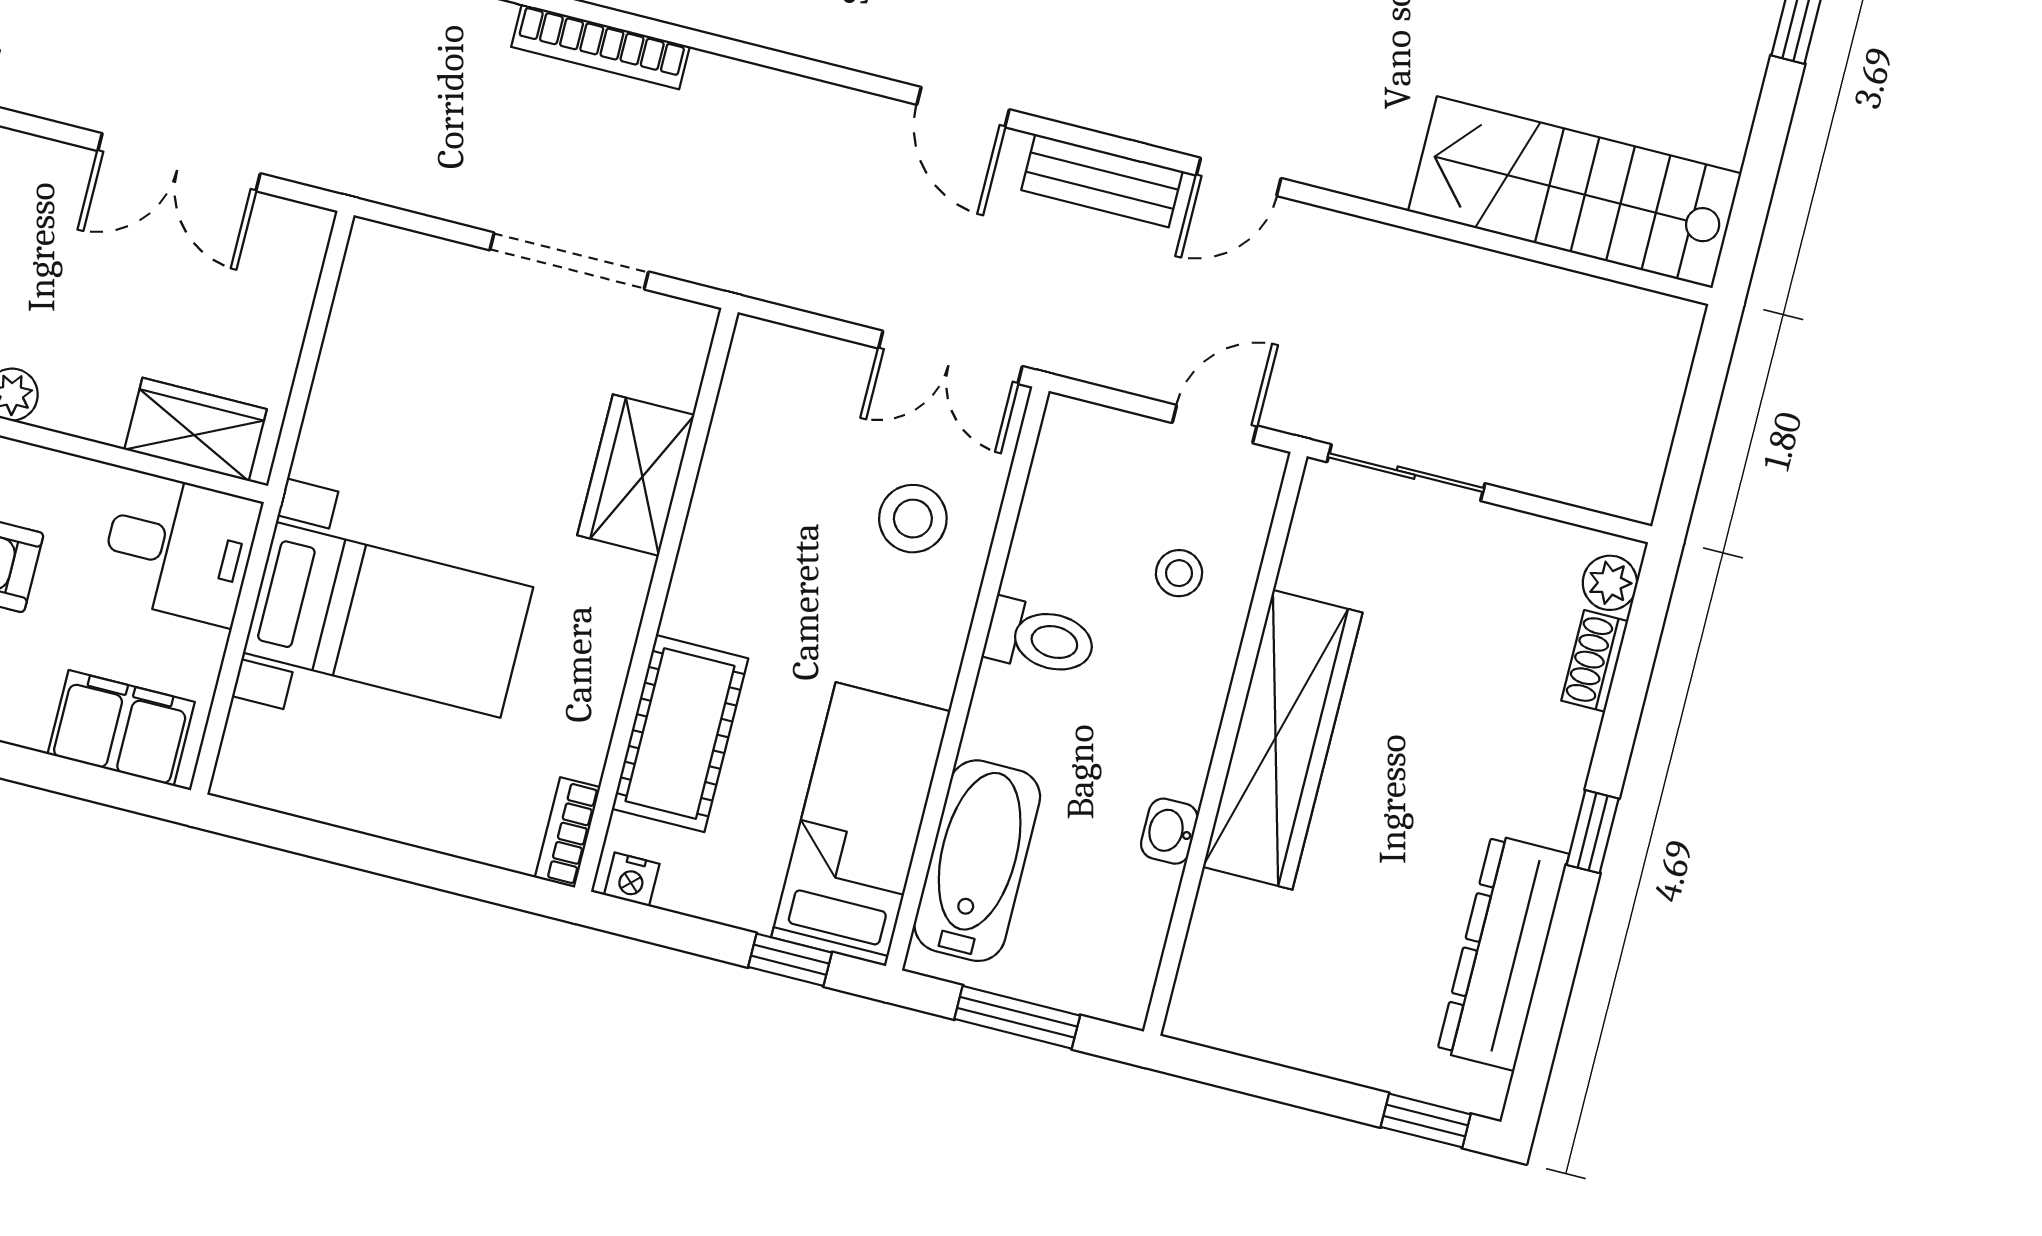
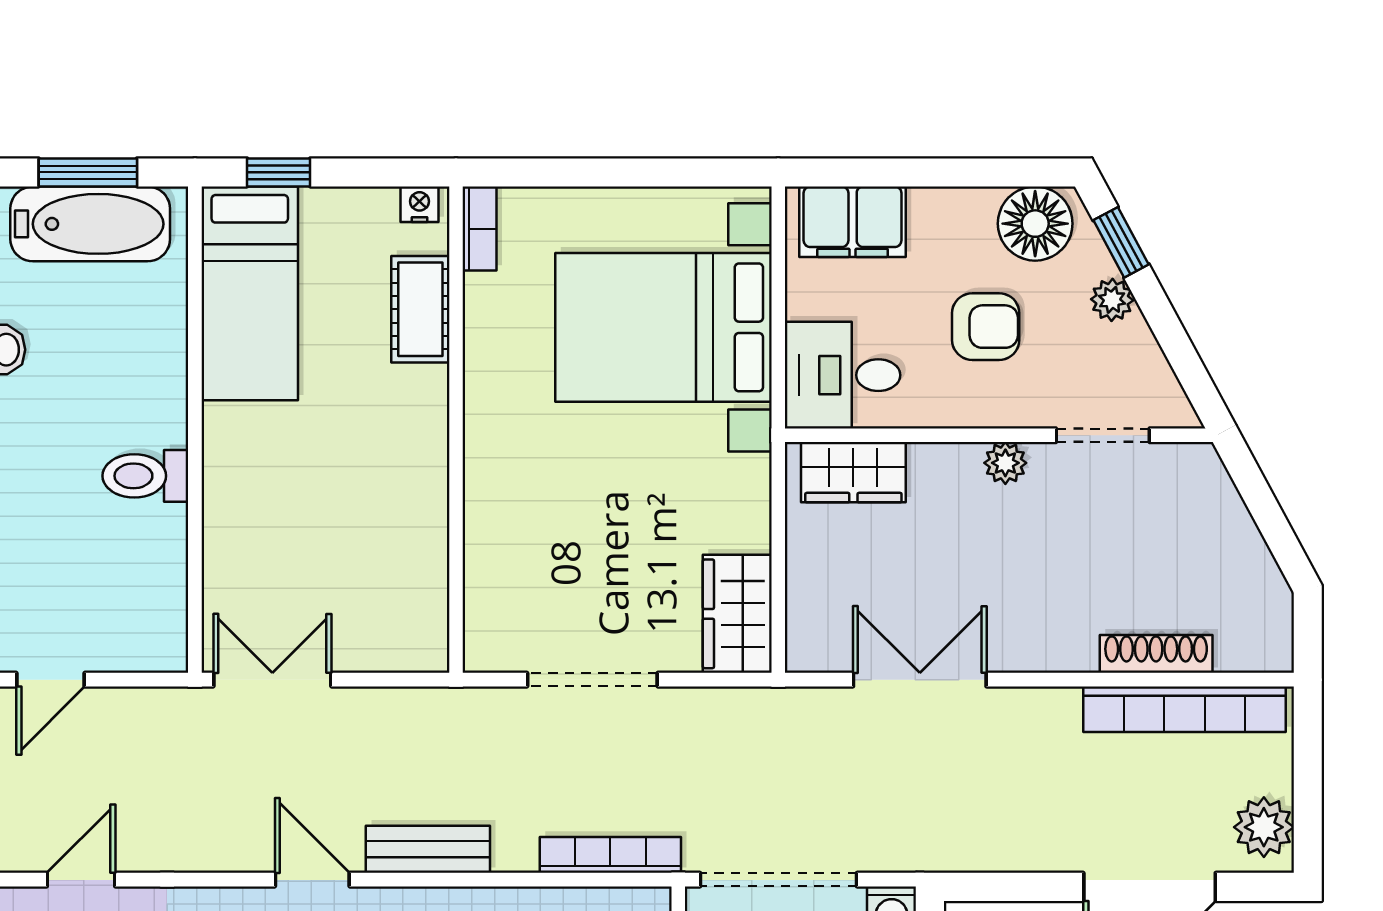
bench: (1102, 181) -> (428, 849), moved
wardrobe: (636, 475) -> (737, 614), moved, turned 180
stool: (913, 519) -> (270, 545), removed
stool: (1179, 573) -> (49, 555), removed
bed with nightstands: (388, 620) -> (663, 327), width x1.36
cot: (680, 734) -> (420, 309), width x0.73, depth x0.75
bathtub: (977, 861) -> (90, 224), moved, turned -90

